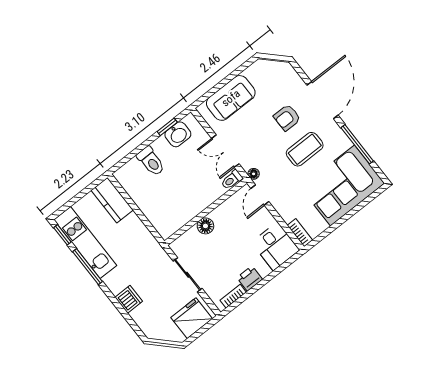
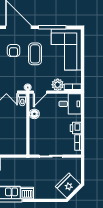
door: (260, 195) -> (40, 92), hinge flipped
plant: (288, 210) -> (58, 85), added
floor lamp: (205, 226) -> (34, 114), moved
dishwasher: (129, 299) -> (27, 193), moved
fridge: (192, 318) -> (68, 185), moved, turned 45

